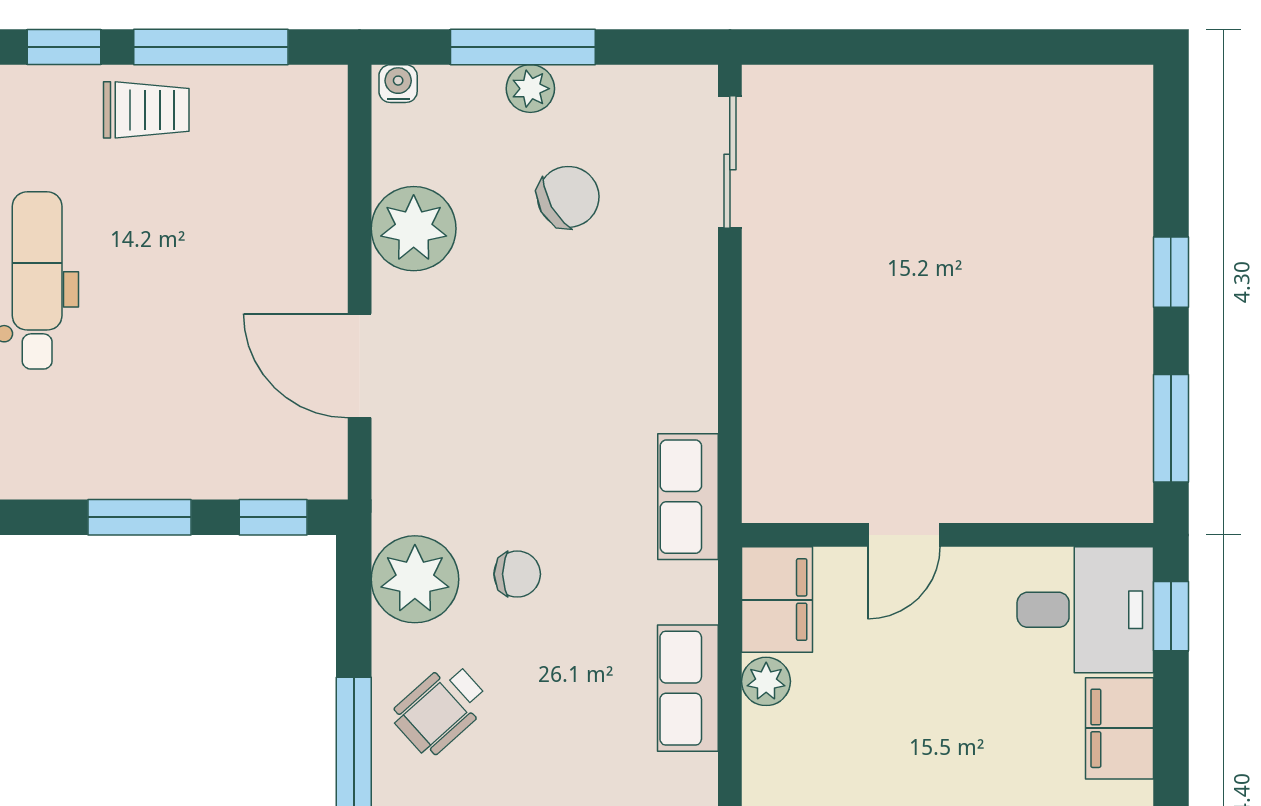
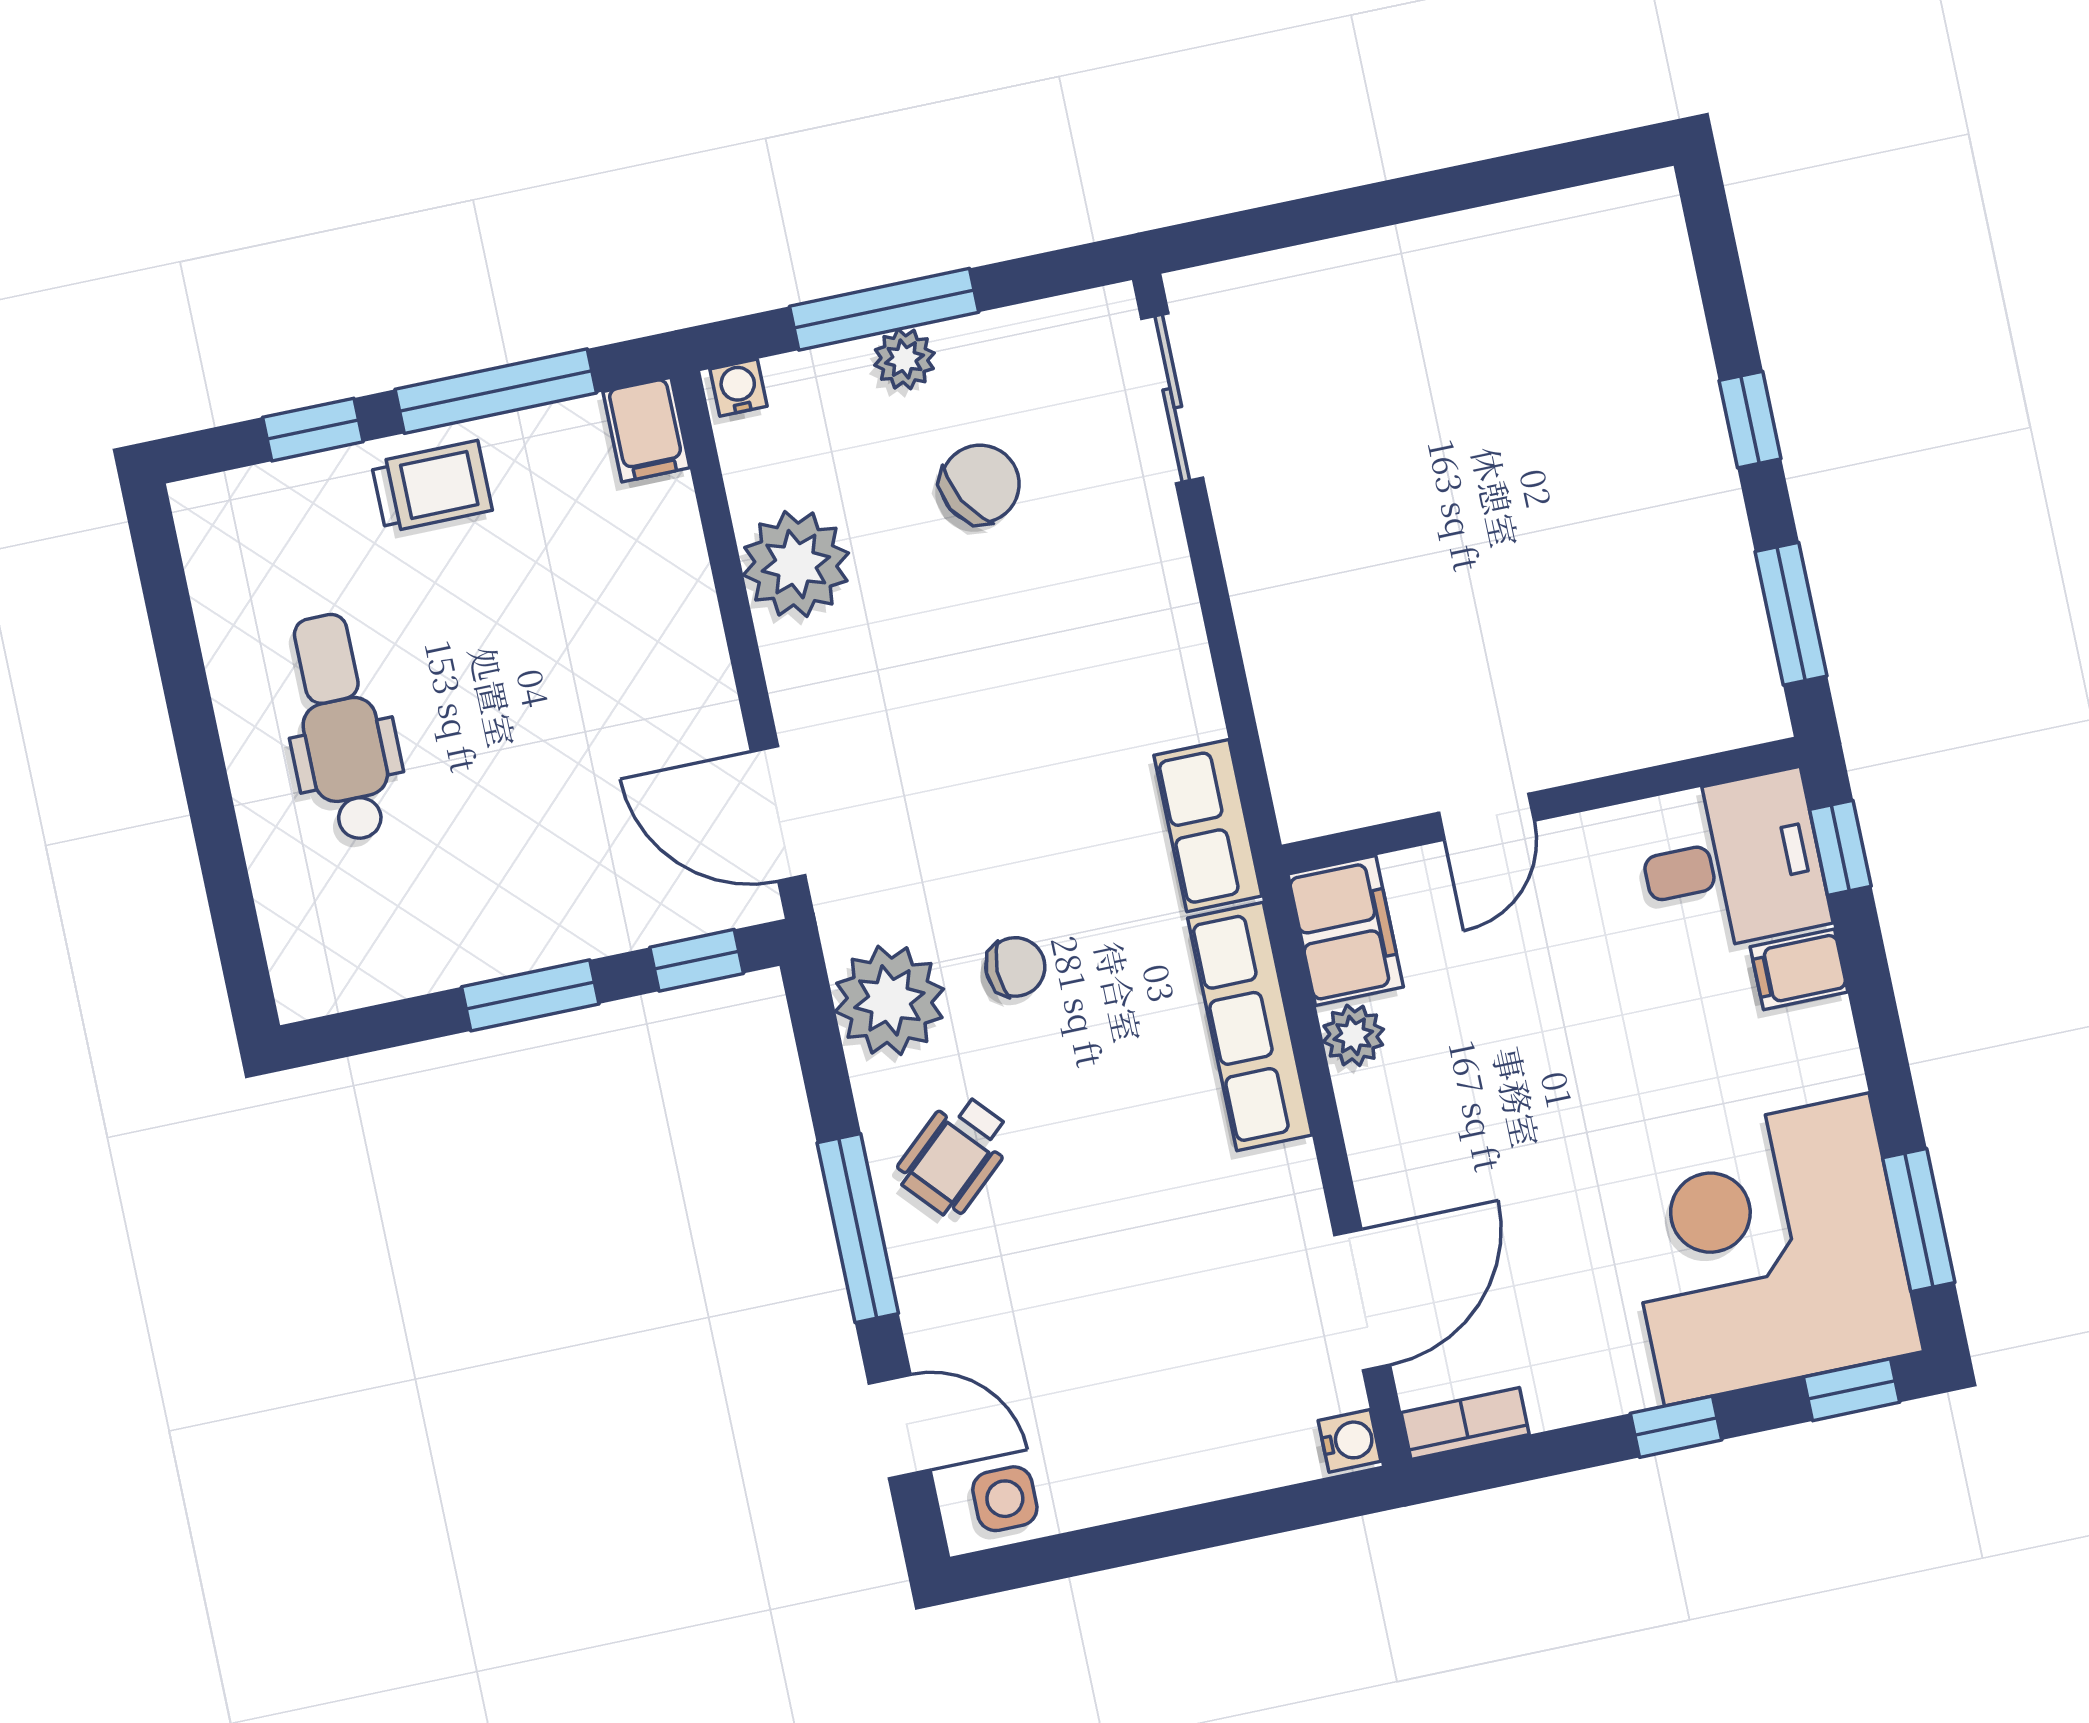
filing cabinet: (320, 101) -> (646, 430), added
door: (360, 366) -> (778, 814), moved
row of seats: (688, 688) -> (1250, 1026), width x1.48
filing cabinet: (1119, 728) -> (1799, 969), width x0.50

